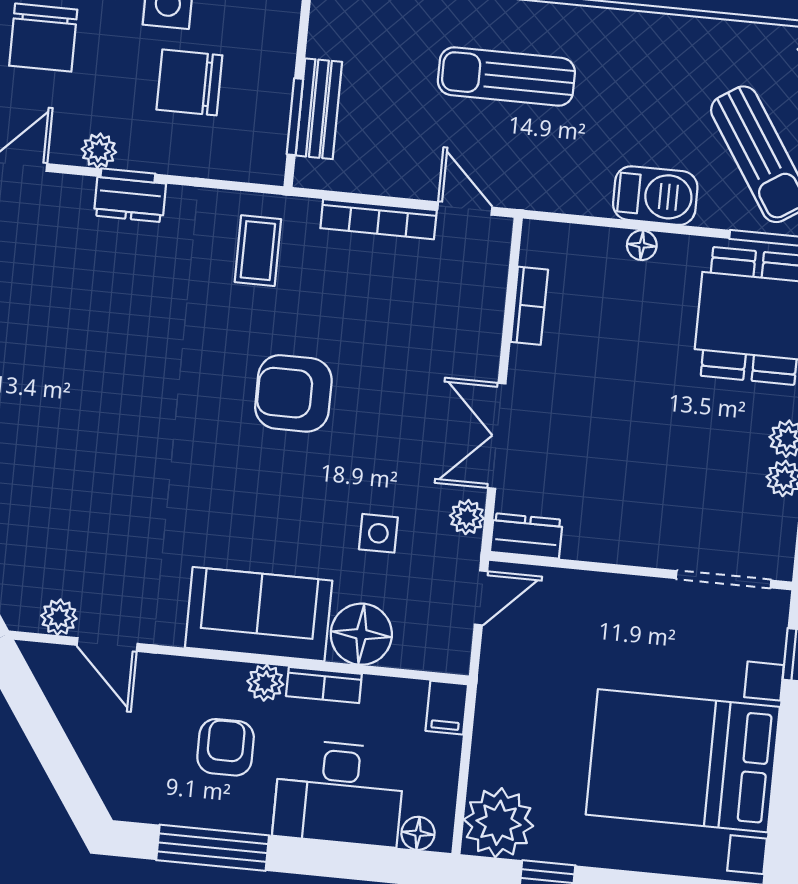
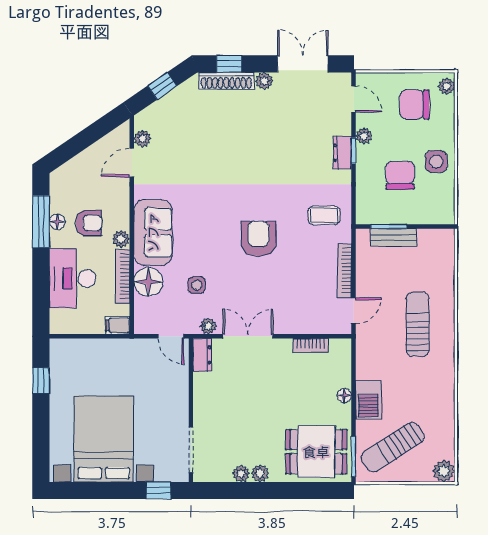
bookcase: (324, 685) -> (123, 276), width x1.56
plant: (499, 823) -> (66, 355), removed
floor lamp: (418, 833) -> (57, 222), moved

